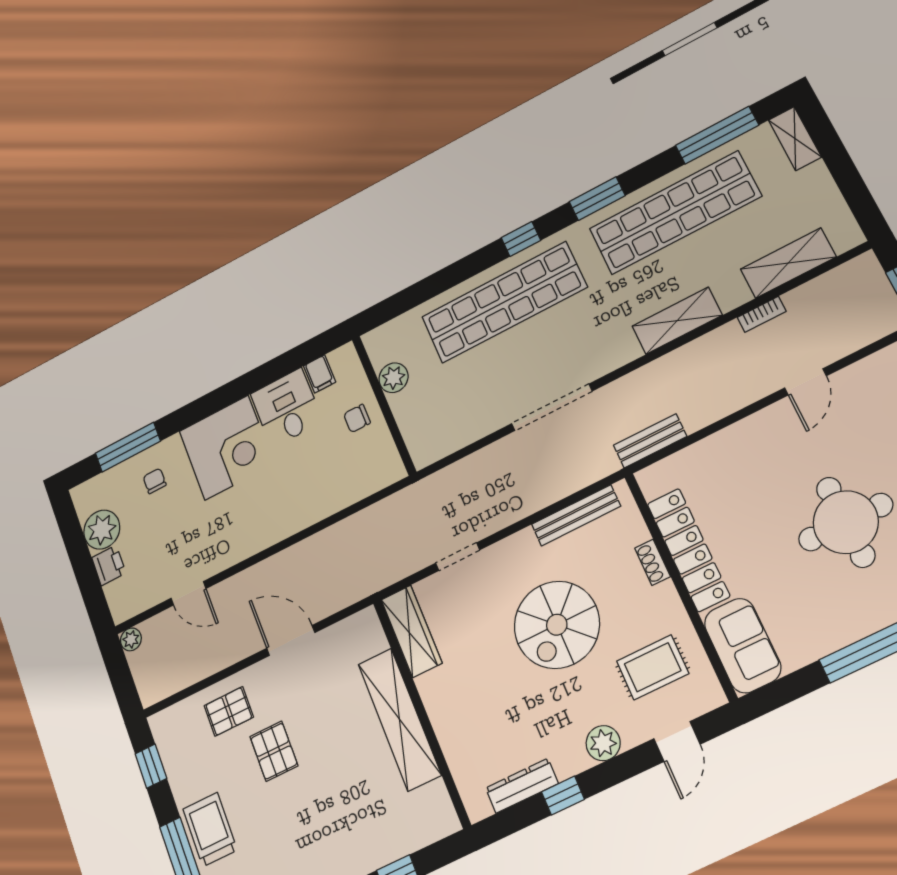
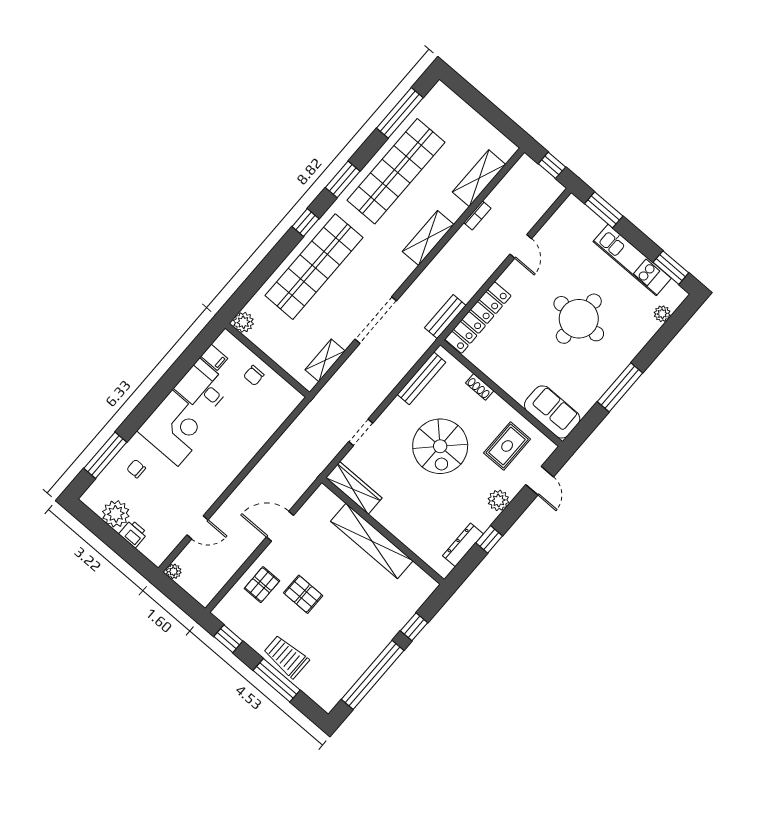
shelving: (795, 139) -> (325, 360), moved, turned 90
plant: (393, 378) -> (243, 322), moved
locker: (688, 550) -> (478, 318), moved, turned 90

